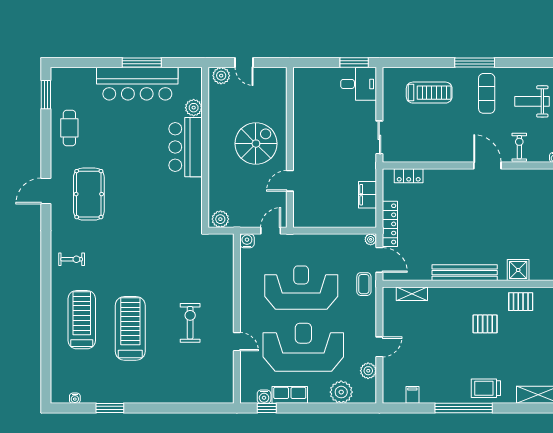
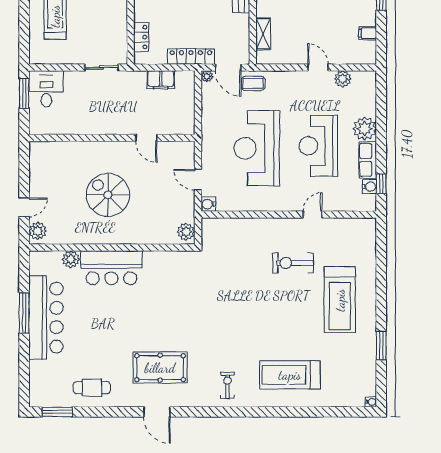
wall: (290, 147) -> (112, 138), moved
door: (290, 181) -> (146, 138), moved
door: (379, 260) -> (228, 67), swing flipped
treadmill: (130, 328) -> (340, 300), moved, turned -90
reception desk: (303, 347) -> (318, 146), width x0.74, depth x0.77
plant: (341, 392) -> (365, 129), moved
water cooler: (75, 398) -> (371, 402), moved

